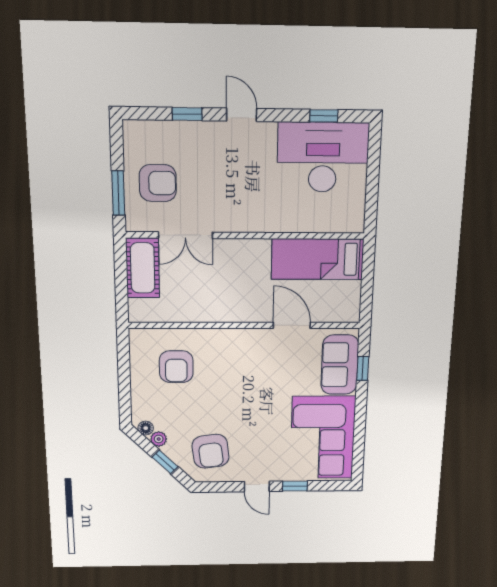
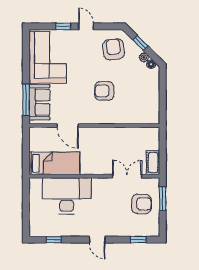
window: (187, 114) -> (138, 240), moved
desk: (323, 157) -> (67, 196), moved, turned 180
armchair: (158, 183) -> (142, 204), turned 180
cot: (143, 268) -> (153, 163), width x0.73, depth x0.75
armchair: (176, 367) -> (104, 91), moved, turned -90
window: (363, 368) -> (26, 100), width x2.17

